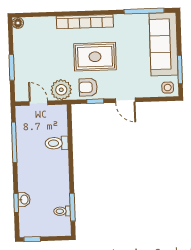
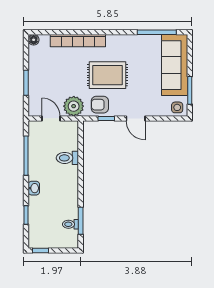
bookcase: (85, 22) -> (78, 41), moved
washbasin: (24, 200) -> (34, 188), moved

